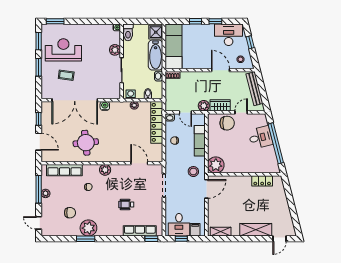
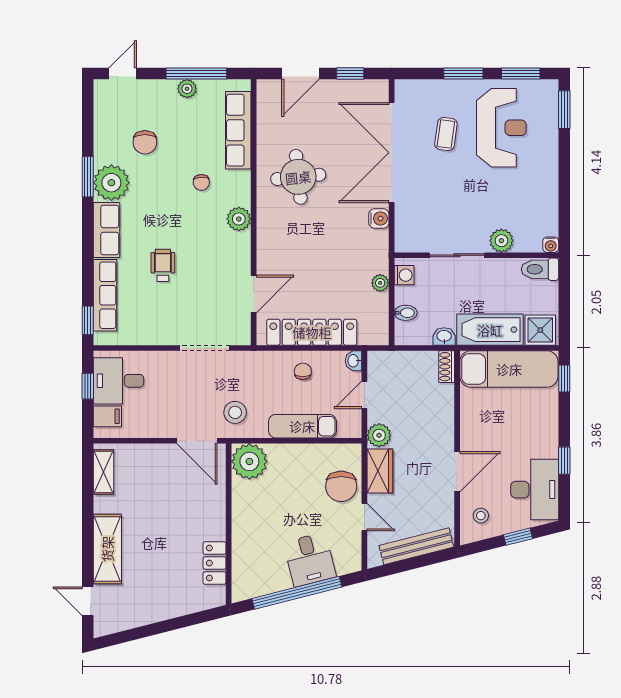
window: (195, 21) -> (564, 379), moved
locker: (157, 122) -> (312, 332), moved
row of seats: (110, 230) -> (107, 230), added

